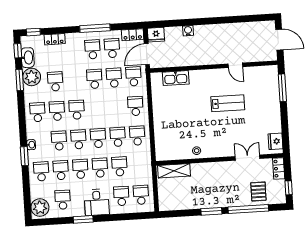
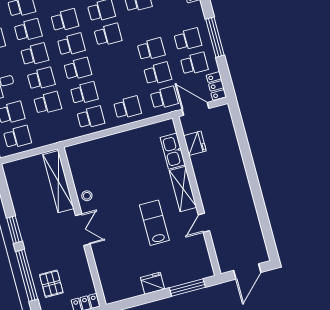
water cooler: (188, 31) -> (235, 155), removed
fridge: (156, 35) -> (195, 143), moved, turned 180
shelving: (206, 76) -> (183, 189), added
lab bench: (228, 103) -> (154, 223), turned 180
fridge: (275, 141) -> (152, 283), moved
double door: (248, 158) -> (83, 230), moved
shelving: (174, 171) -> (58, 182), width x1.47
pallet: (258, 191) -> (51, 284), turned 90

